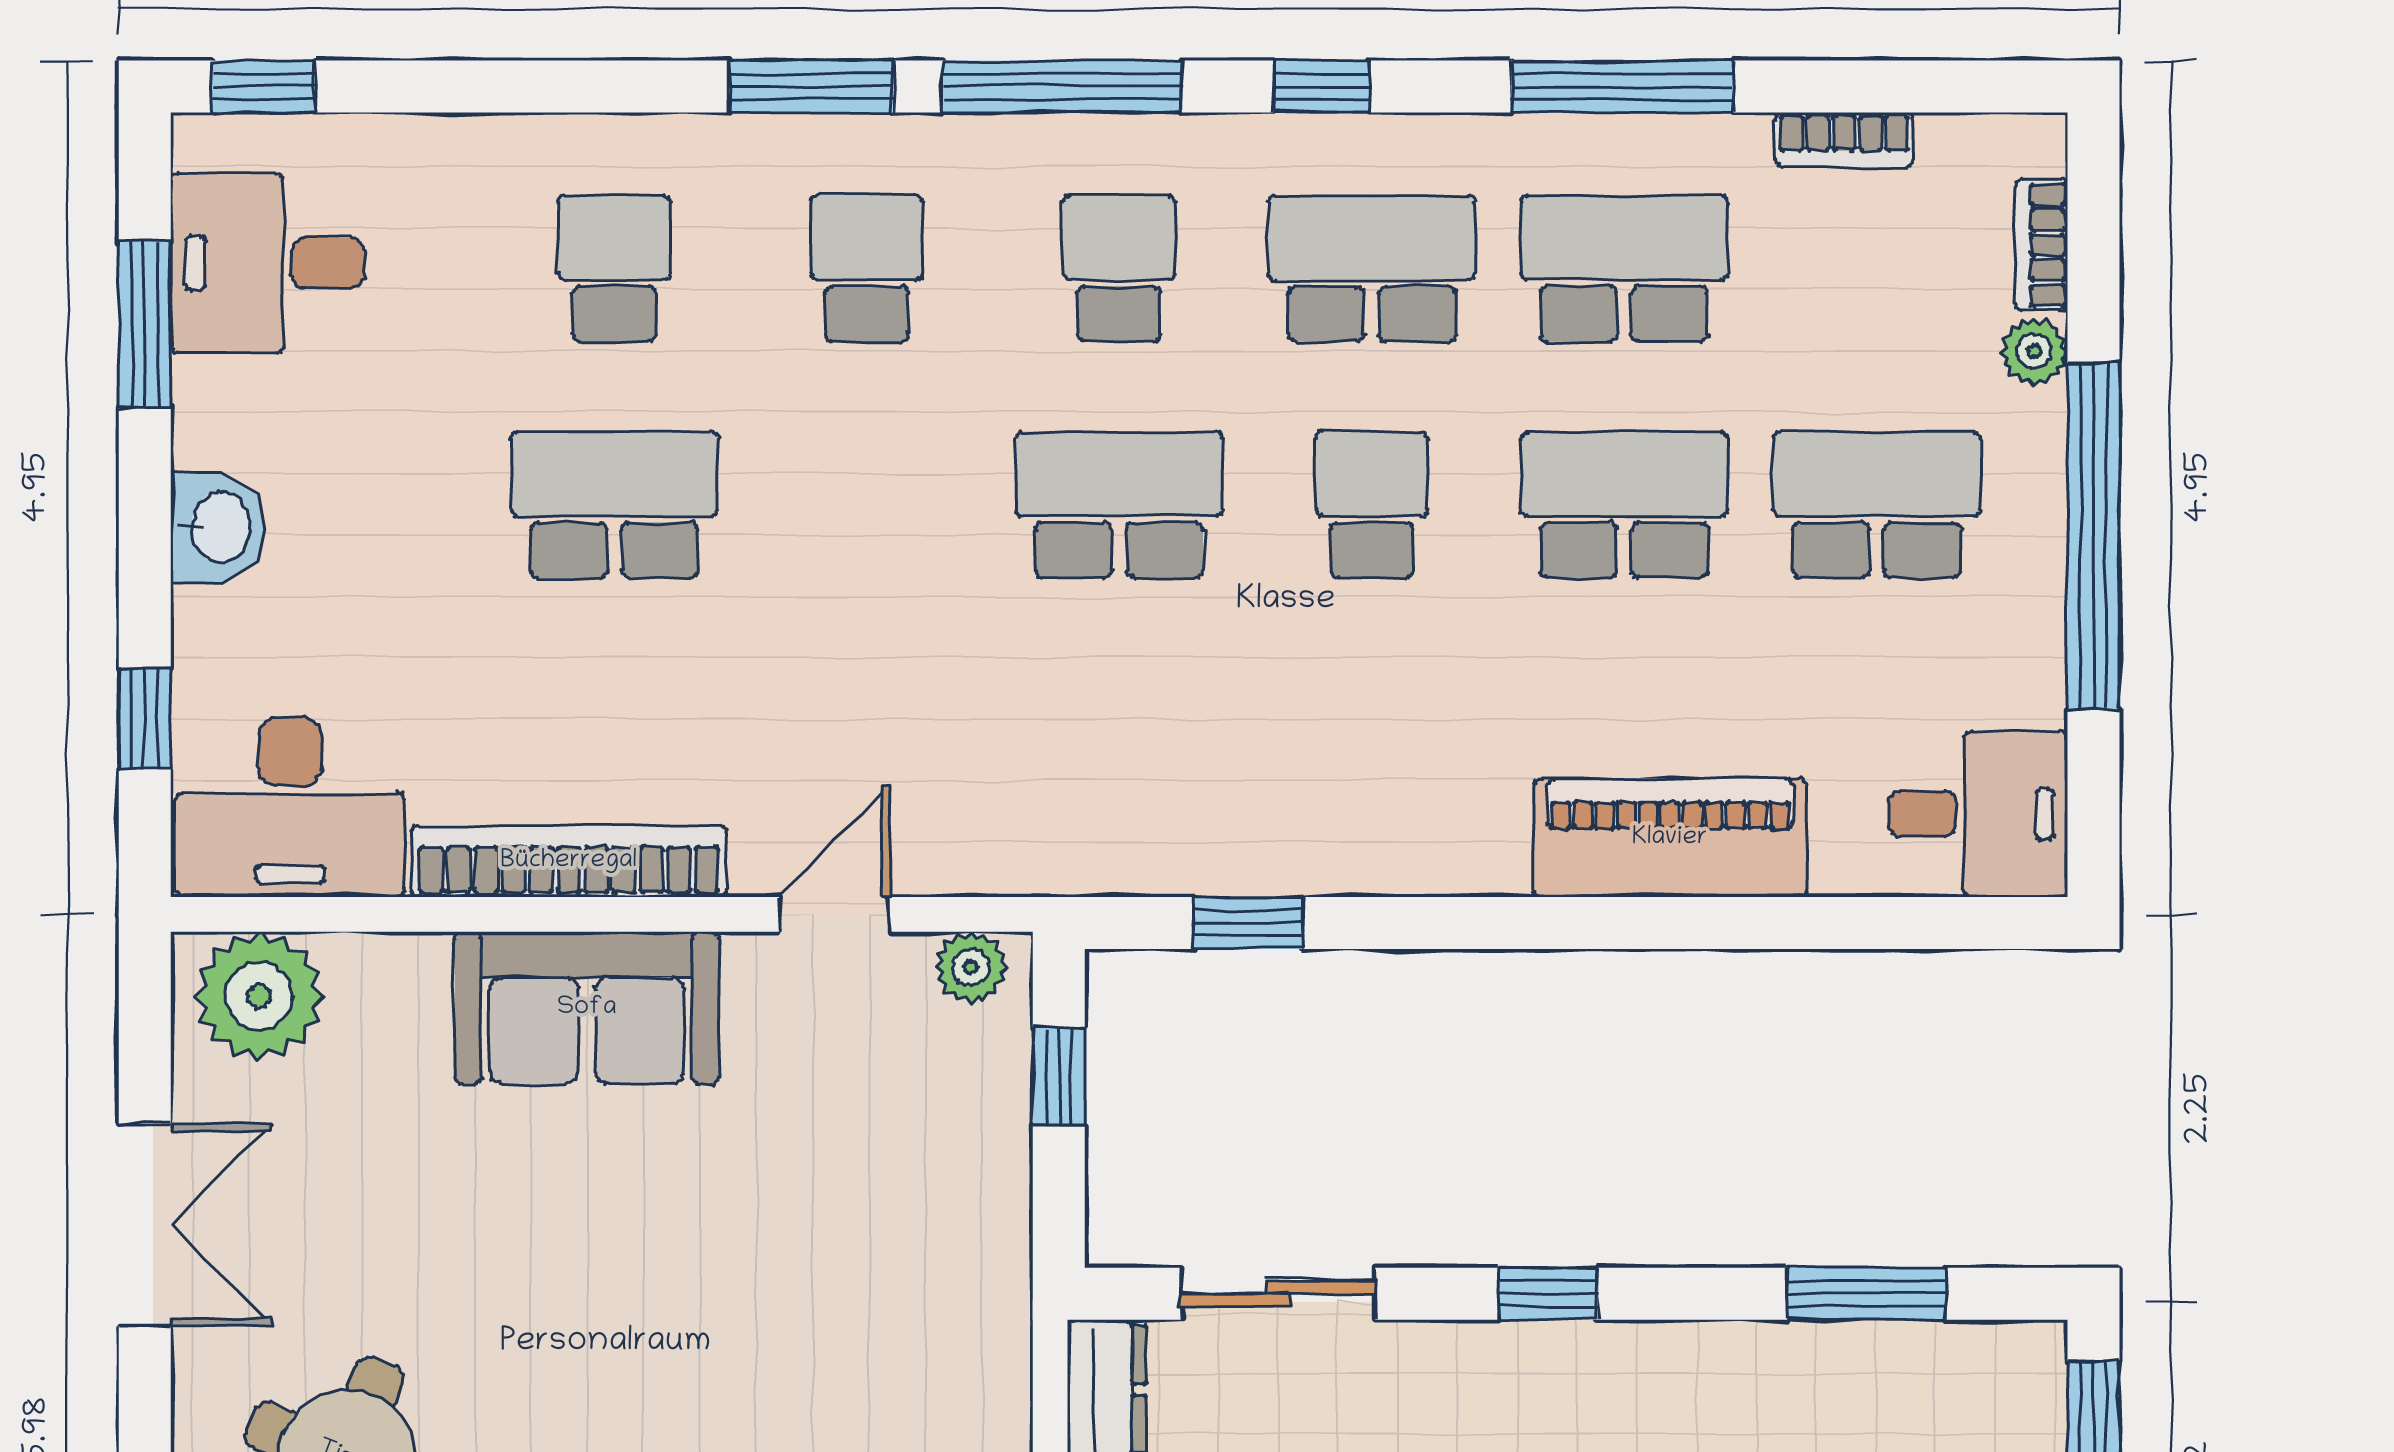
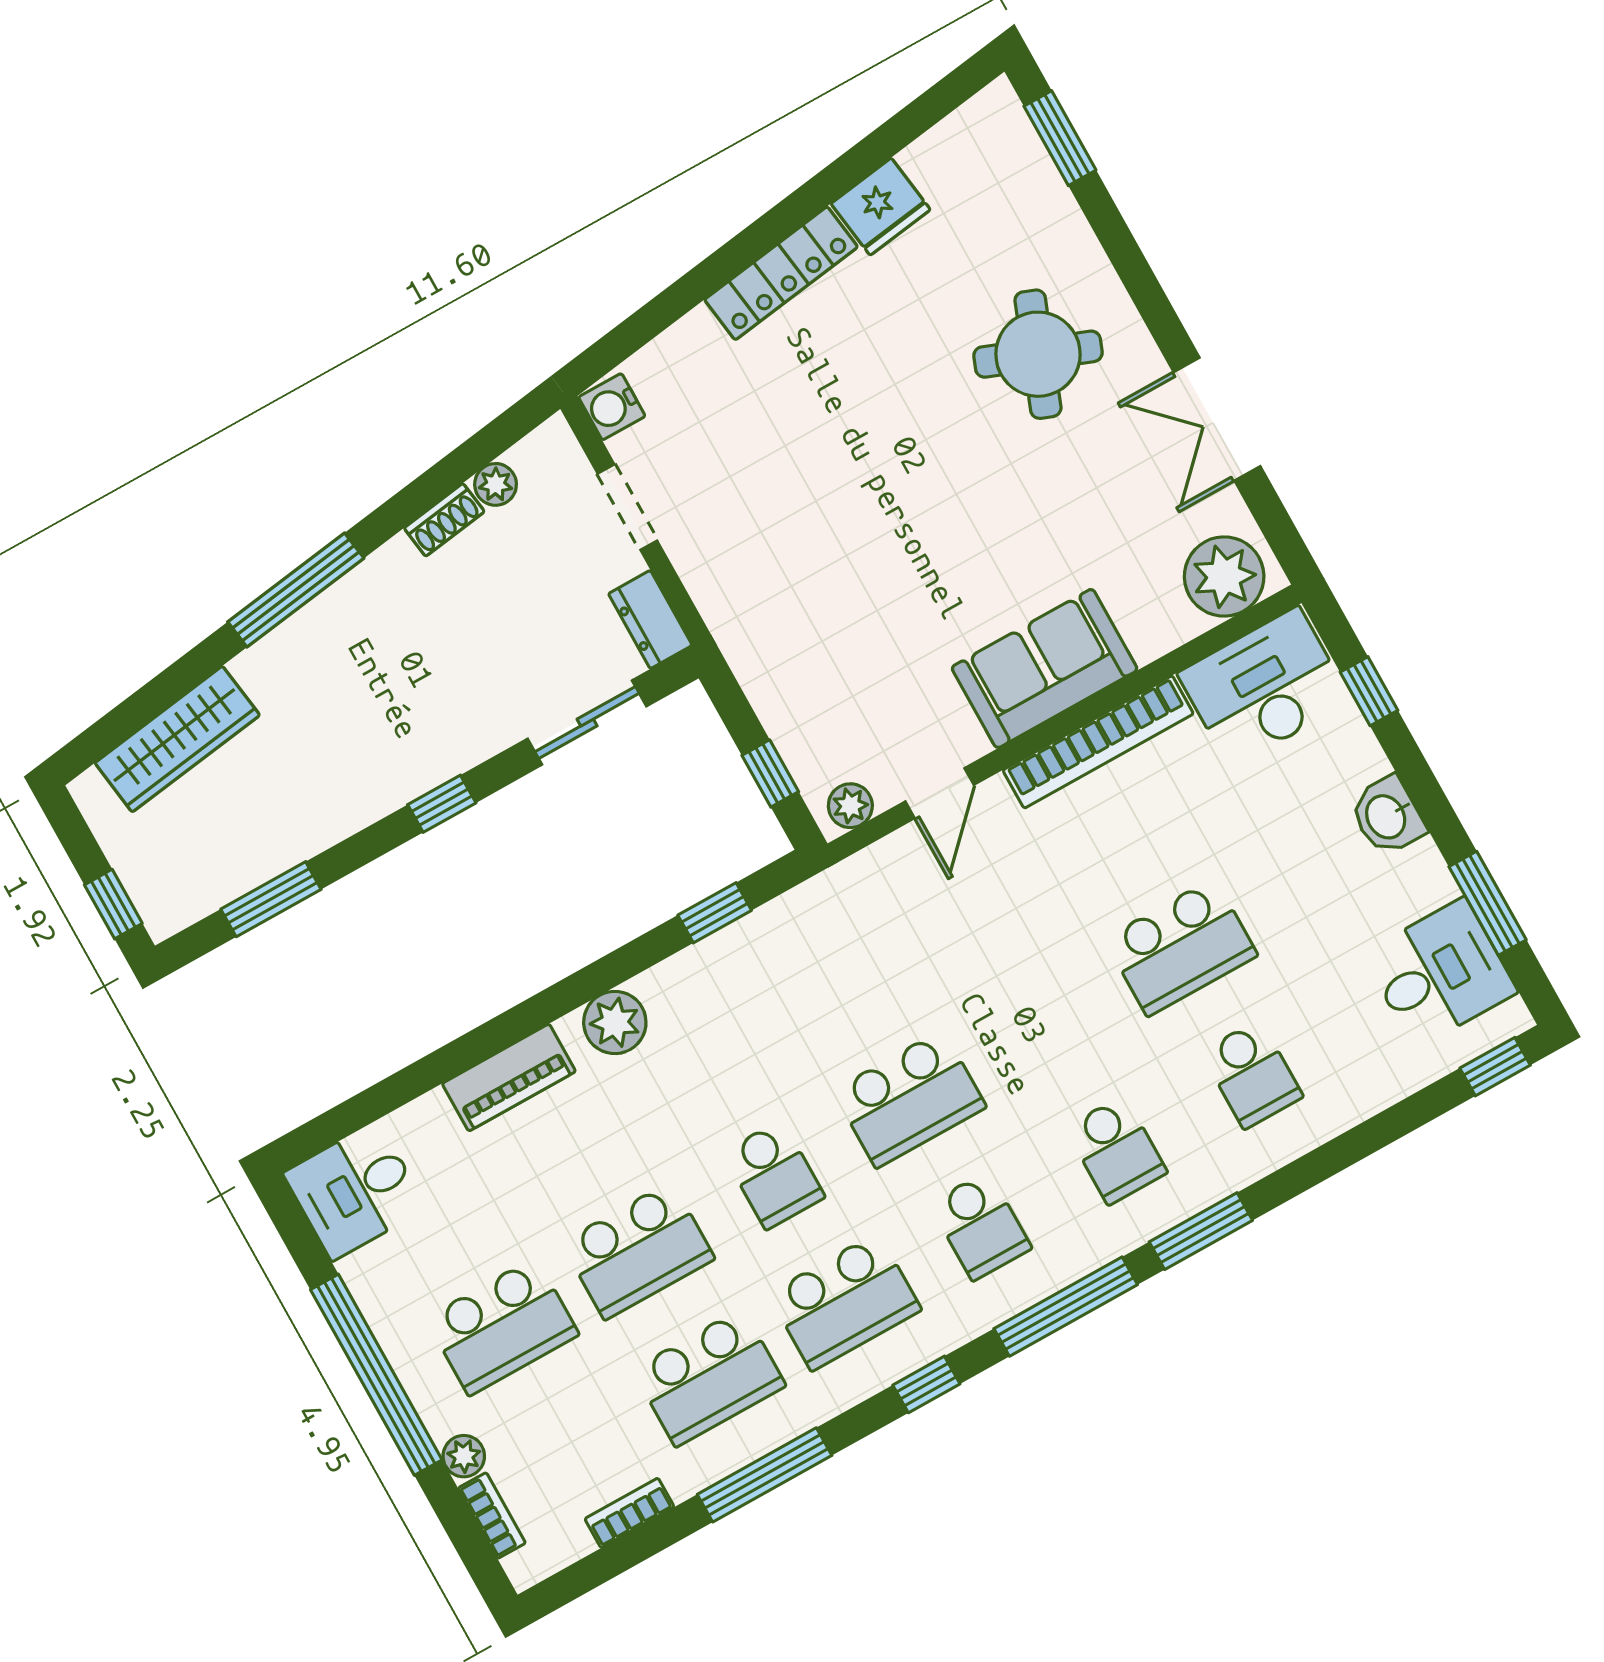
piano: (1670, 838) -> (509, 1078), width x0.73, depth x0.75
plant: (1476, 846) -> (615, 1022), added

